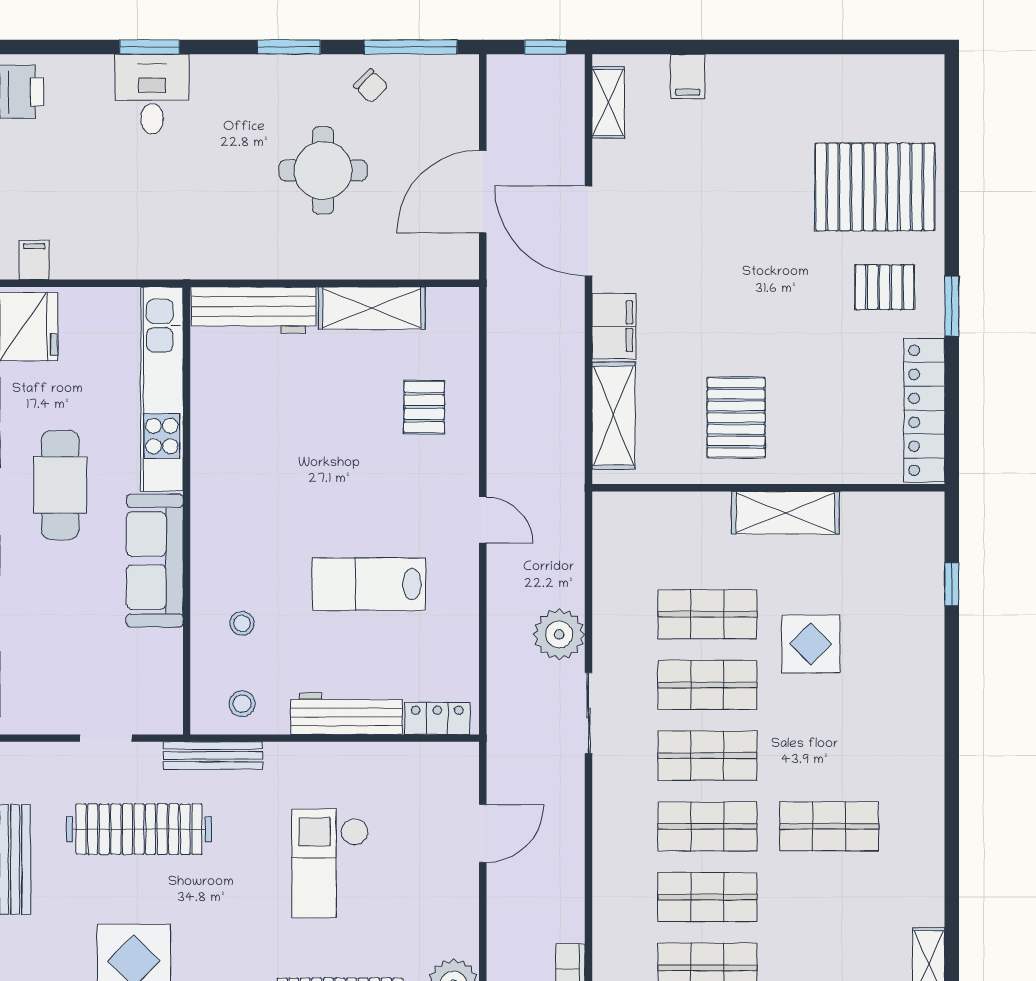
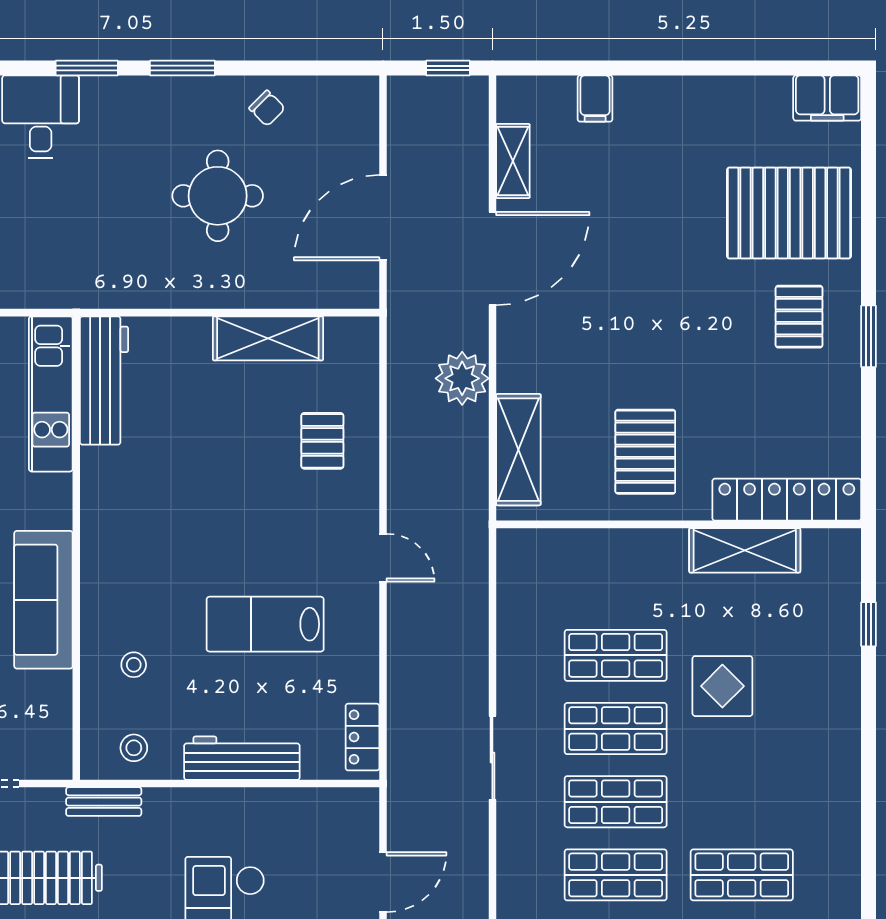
window: (150, 47) -> (87, 68), moved
window: (411, 47) -> (308, 68), removed
shelving: (608, 102) -> (513, 161), moved
door: (589, 231) -> (492, 259), swing flipped
pallet: (885, 287) -> (799, 317), turned 90
workbench: (254, 310) -> (104, 380), moved, turned -90
filing cabinet: (614, 326) -> (827, 98), moved, turned 90
kitchen unit: (162, 389) -> (51, 394), width x0.73
locker: (924, 410) -> (787, 500), moved, turned 90
shelving: (785, 513) -> (745, 550), moved
plant: (559, 634) -> (462, 378), moved
locker: (437, 718) -> (362, 737), moved, turned -90
bench: (213, 756) -> (104, 802), width x0.73

